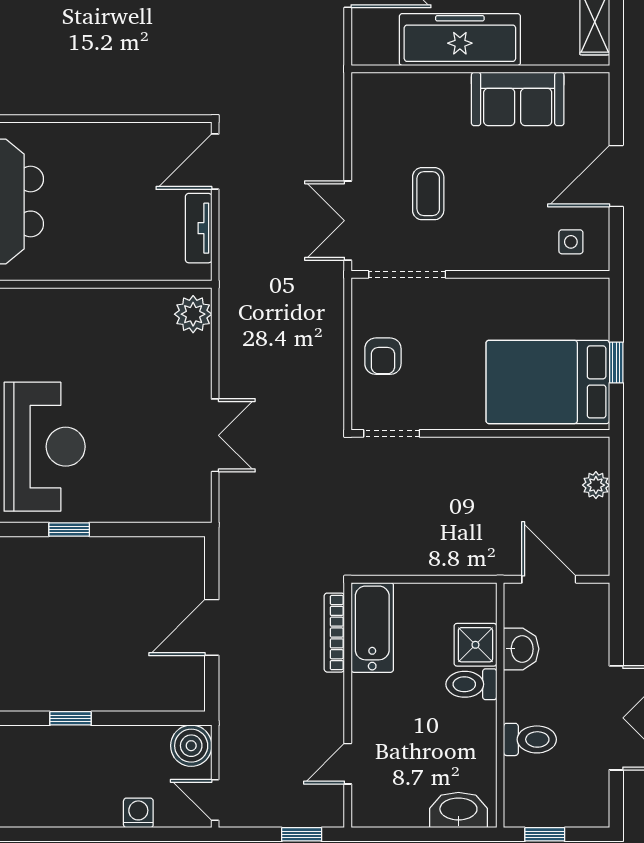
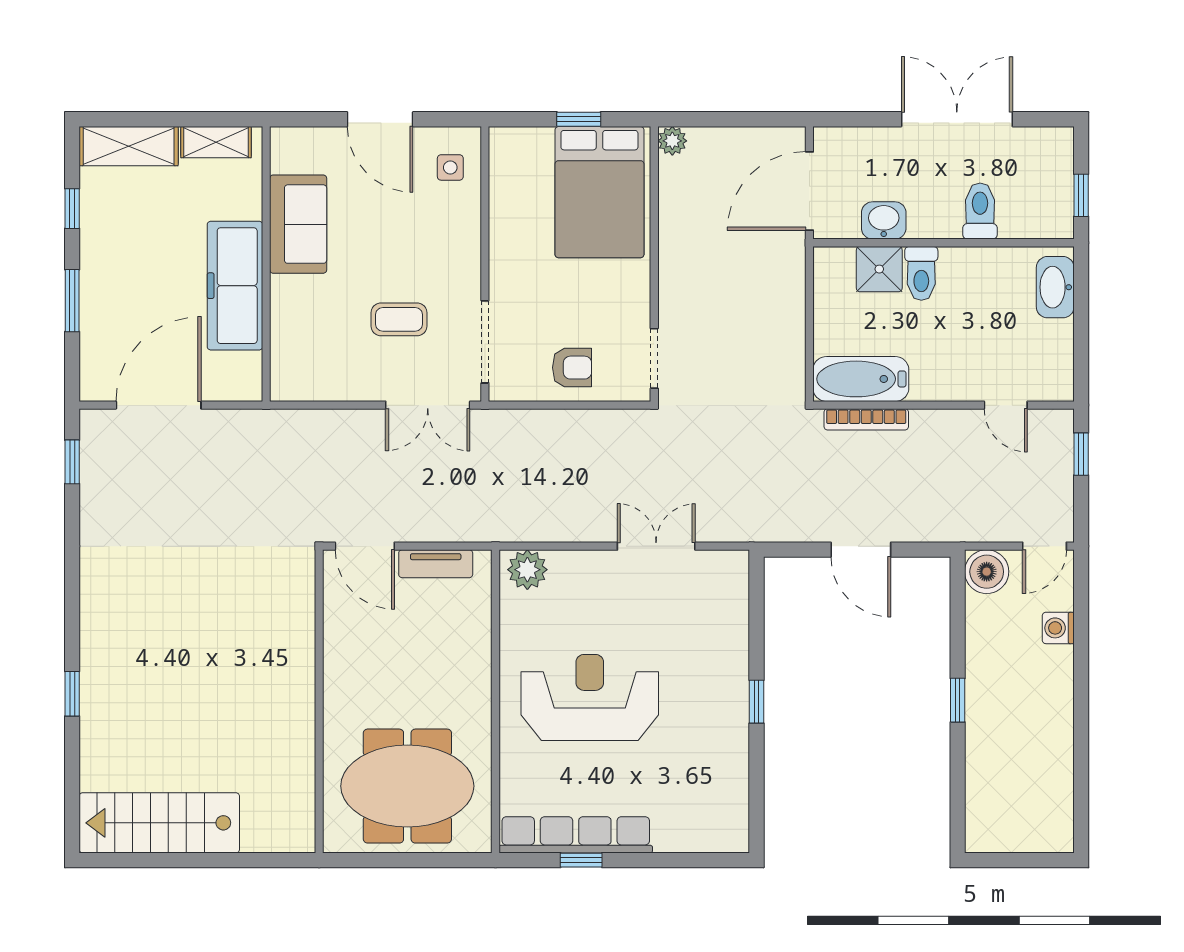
reception desk: (45, 447) -> (590, 697), moved
plant: (596, 485) -> (672, 141), moved
door: (549, 579) -> (809, 191), width x1.36

